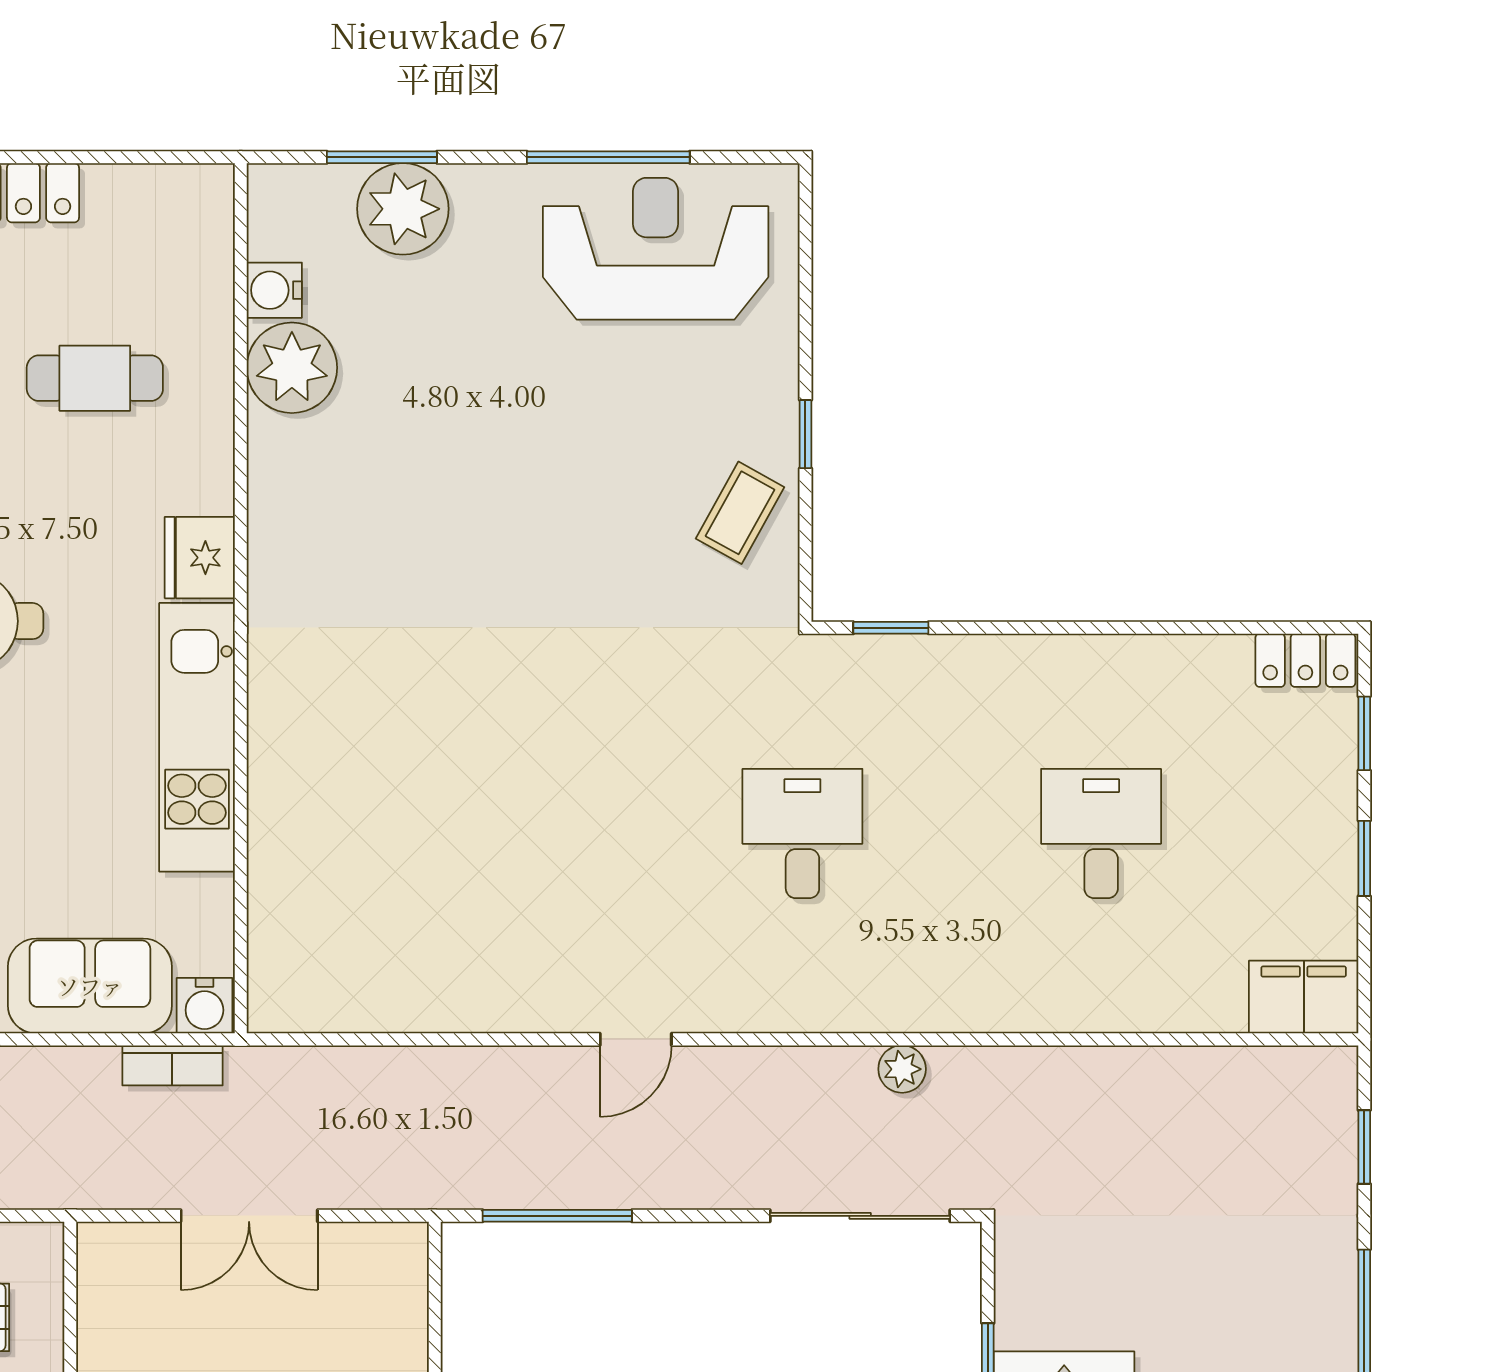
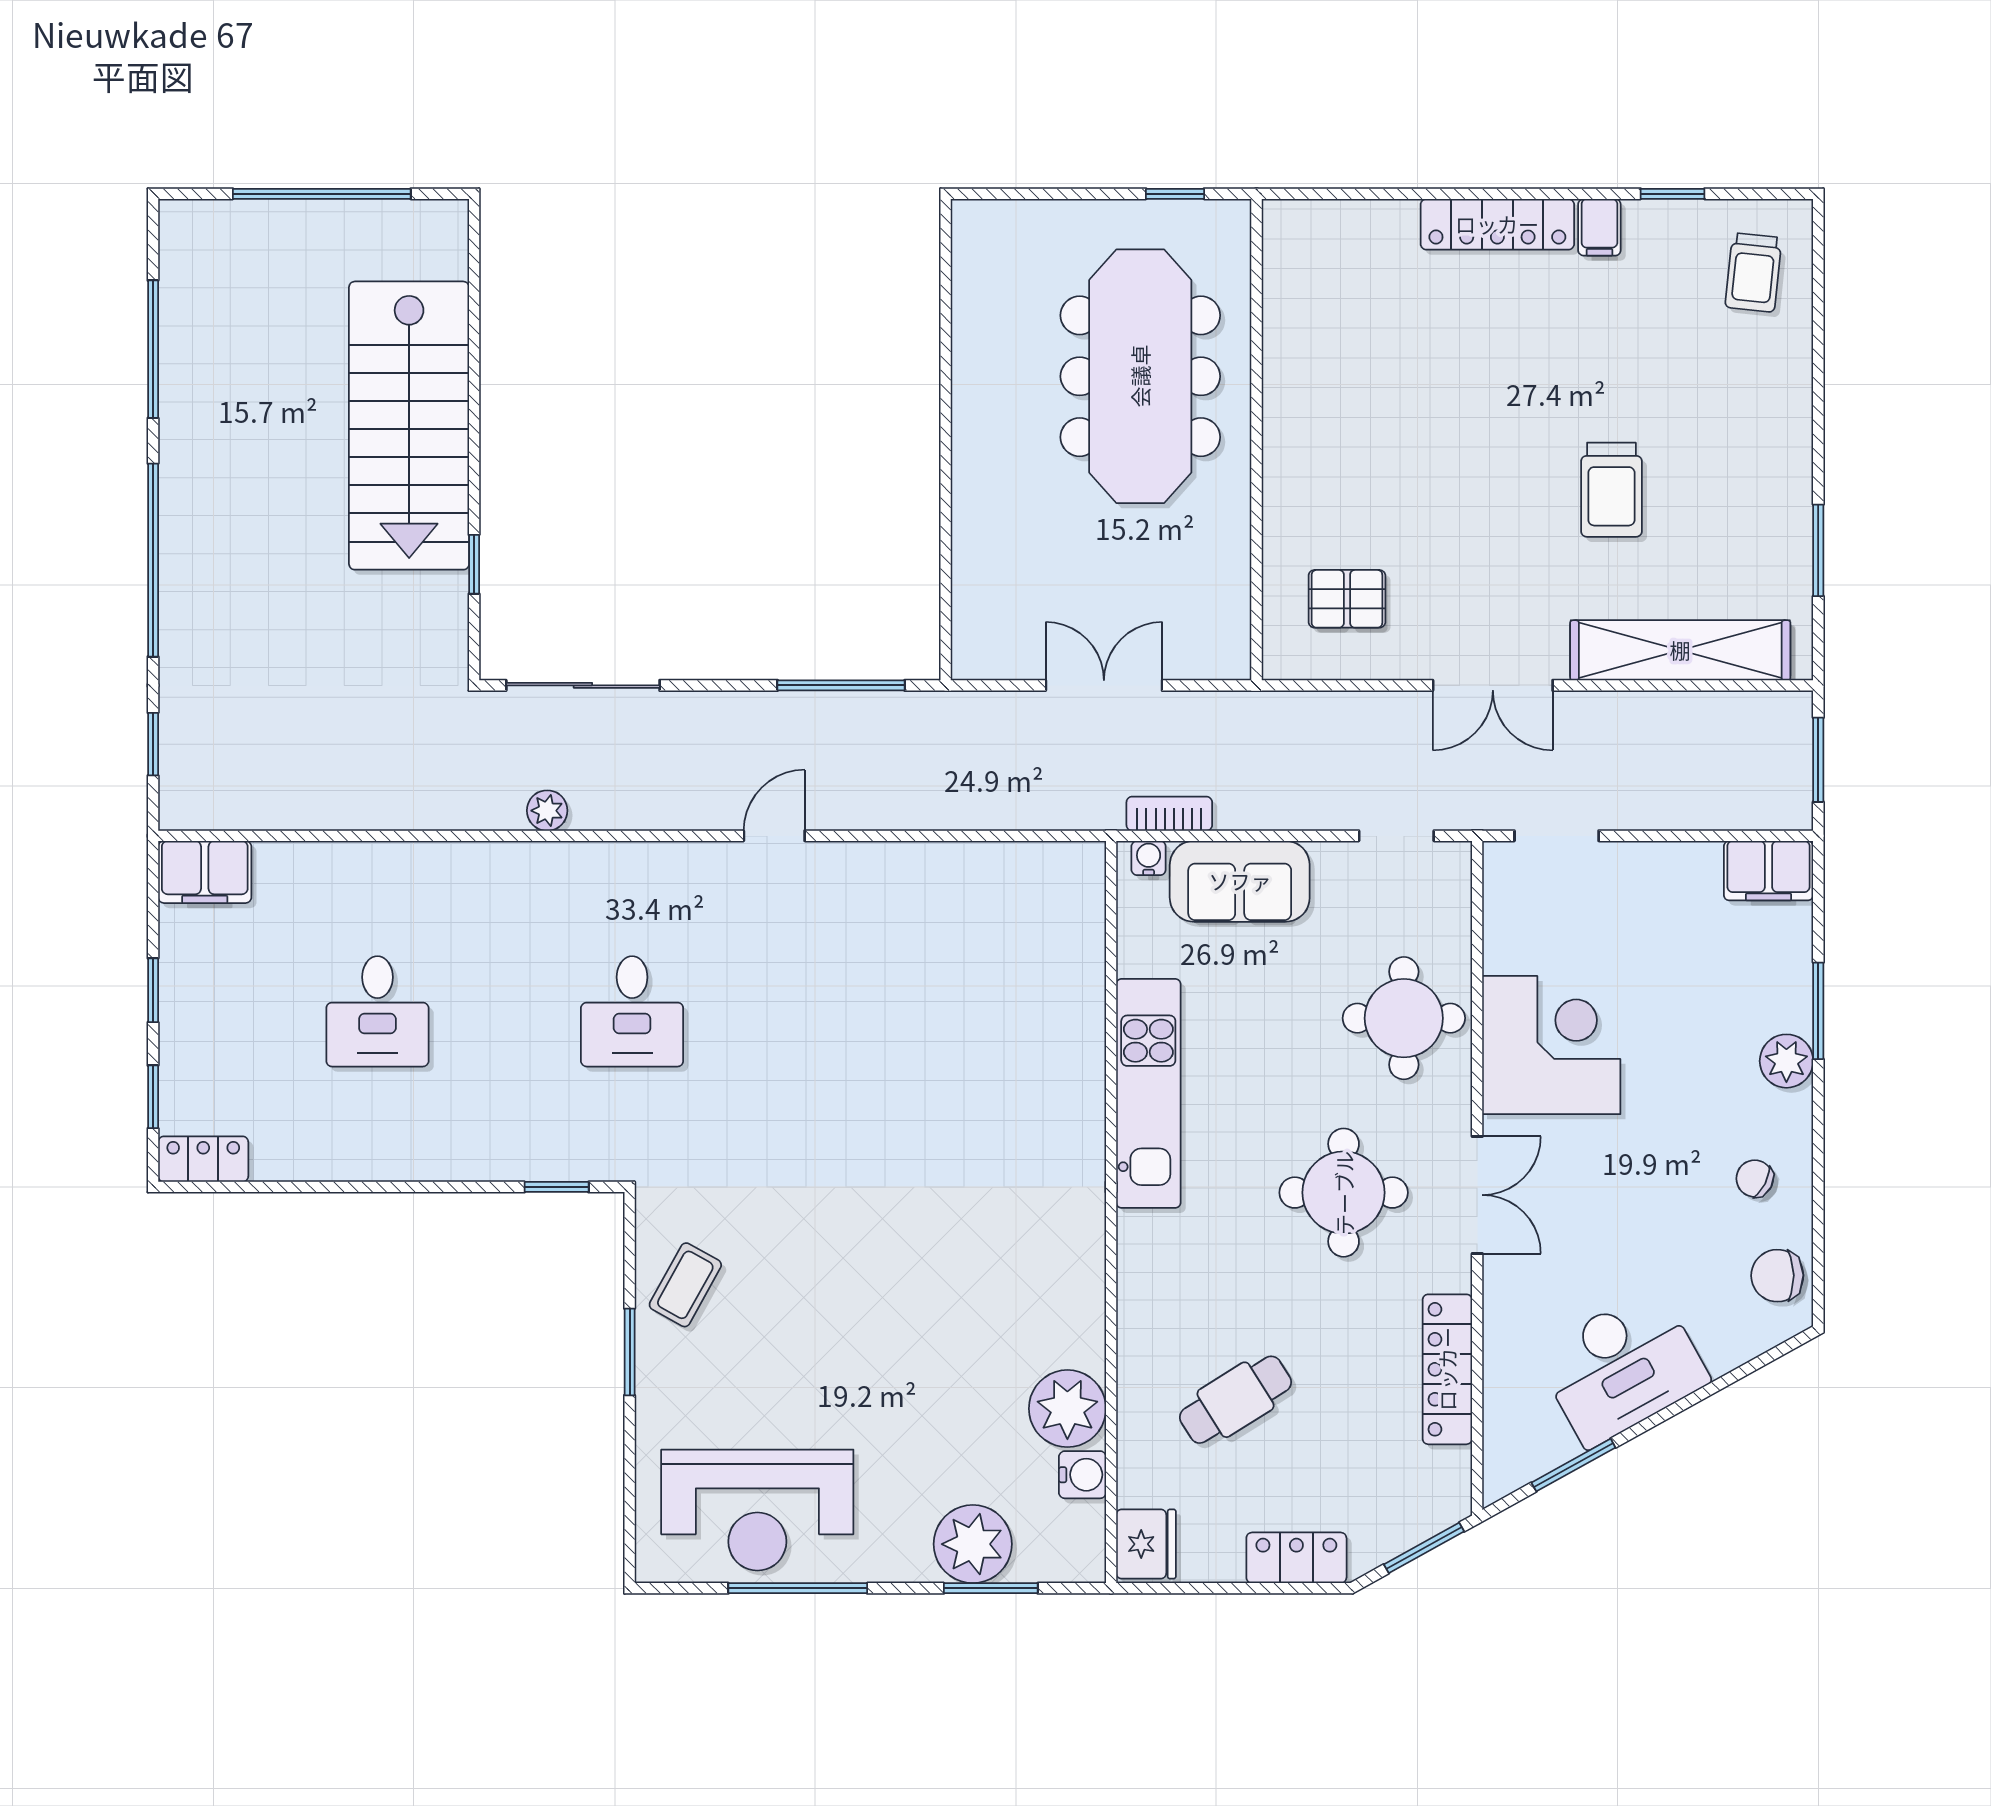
cafe table: (95, 378) -> (1236, 1400), turned -32
window: (805, 434) -> (630, 1352), width x1.50
fridge: (200, 558) -> (1146, 1544), moved
water cooler: (204, 1006) -> (1149, 858), width x0.72, depth x0.72

